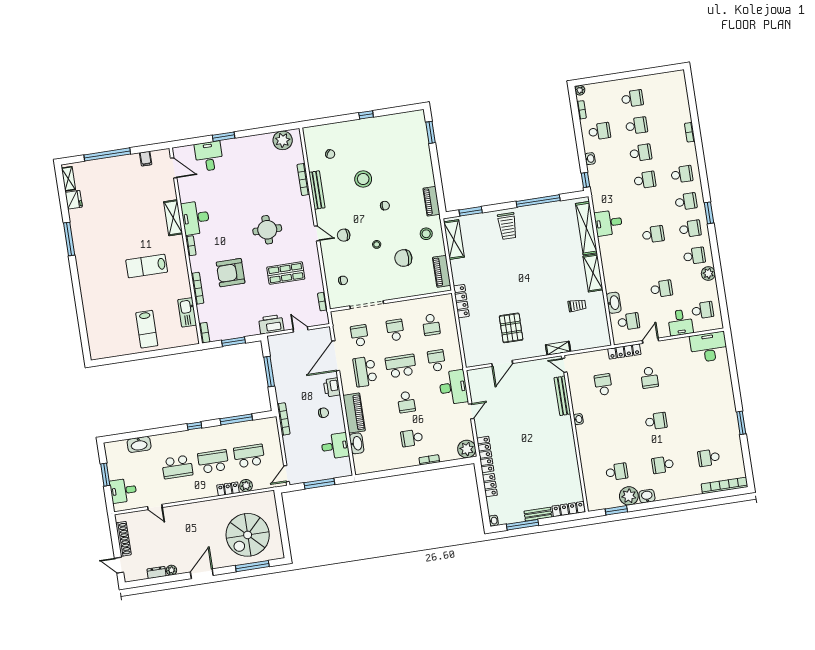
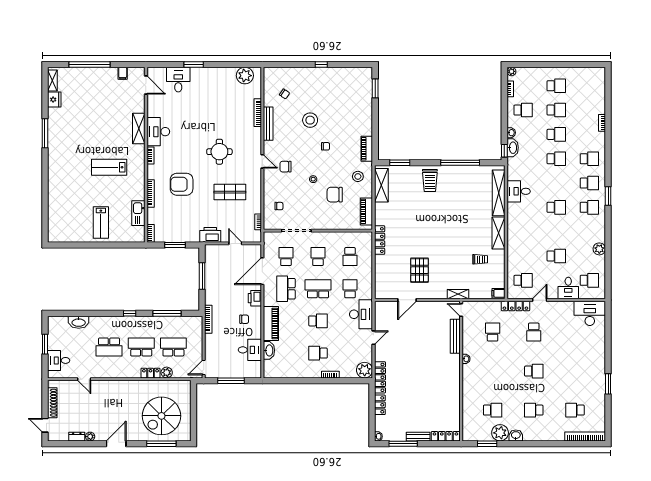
school desk: (694, 256) -> (589, 232), removed
washbasin: (614, 303) -> (513, 148), moved
filing cabinet: (603, 340) -> (499, 293), added
school desk: (406, 402) -> (318, 321), turned -90

